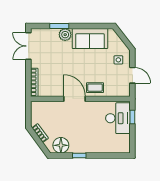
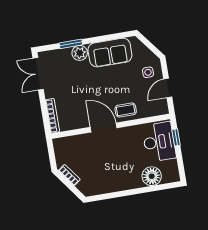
door: (132, 75) -> (168, 88), swing flipped
floor lamp: (61, 145) -> (152, 176), moved
window: (79, 155) -> (120, 194), removed

